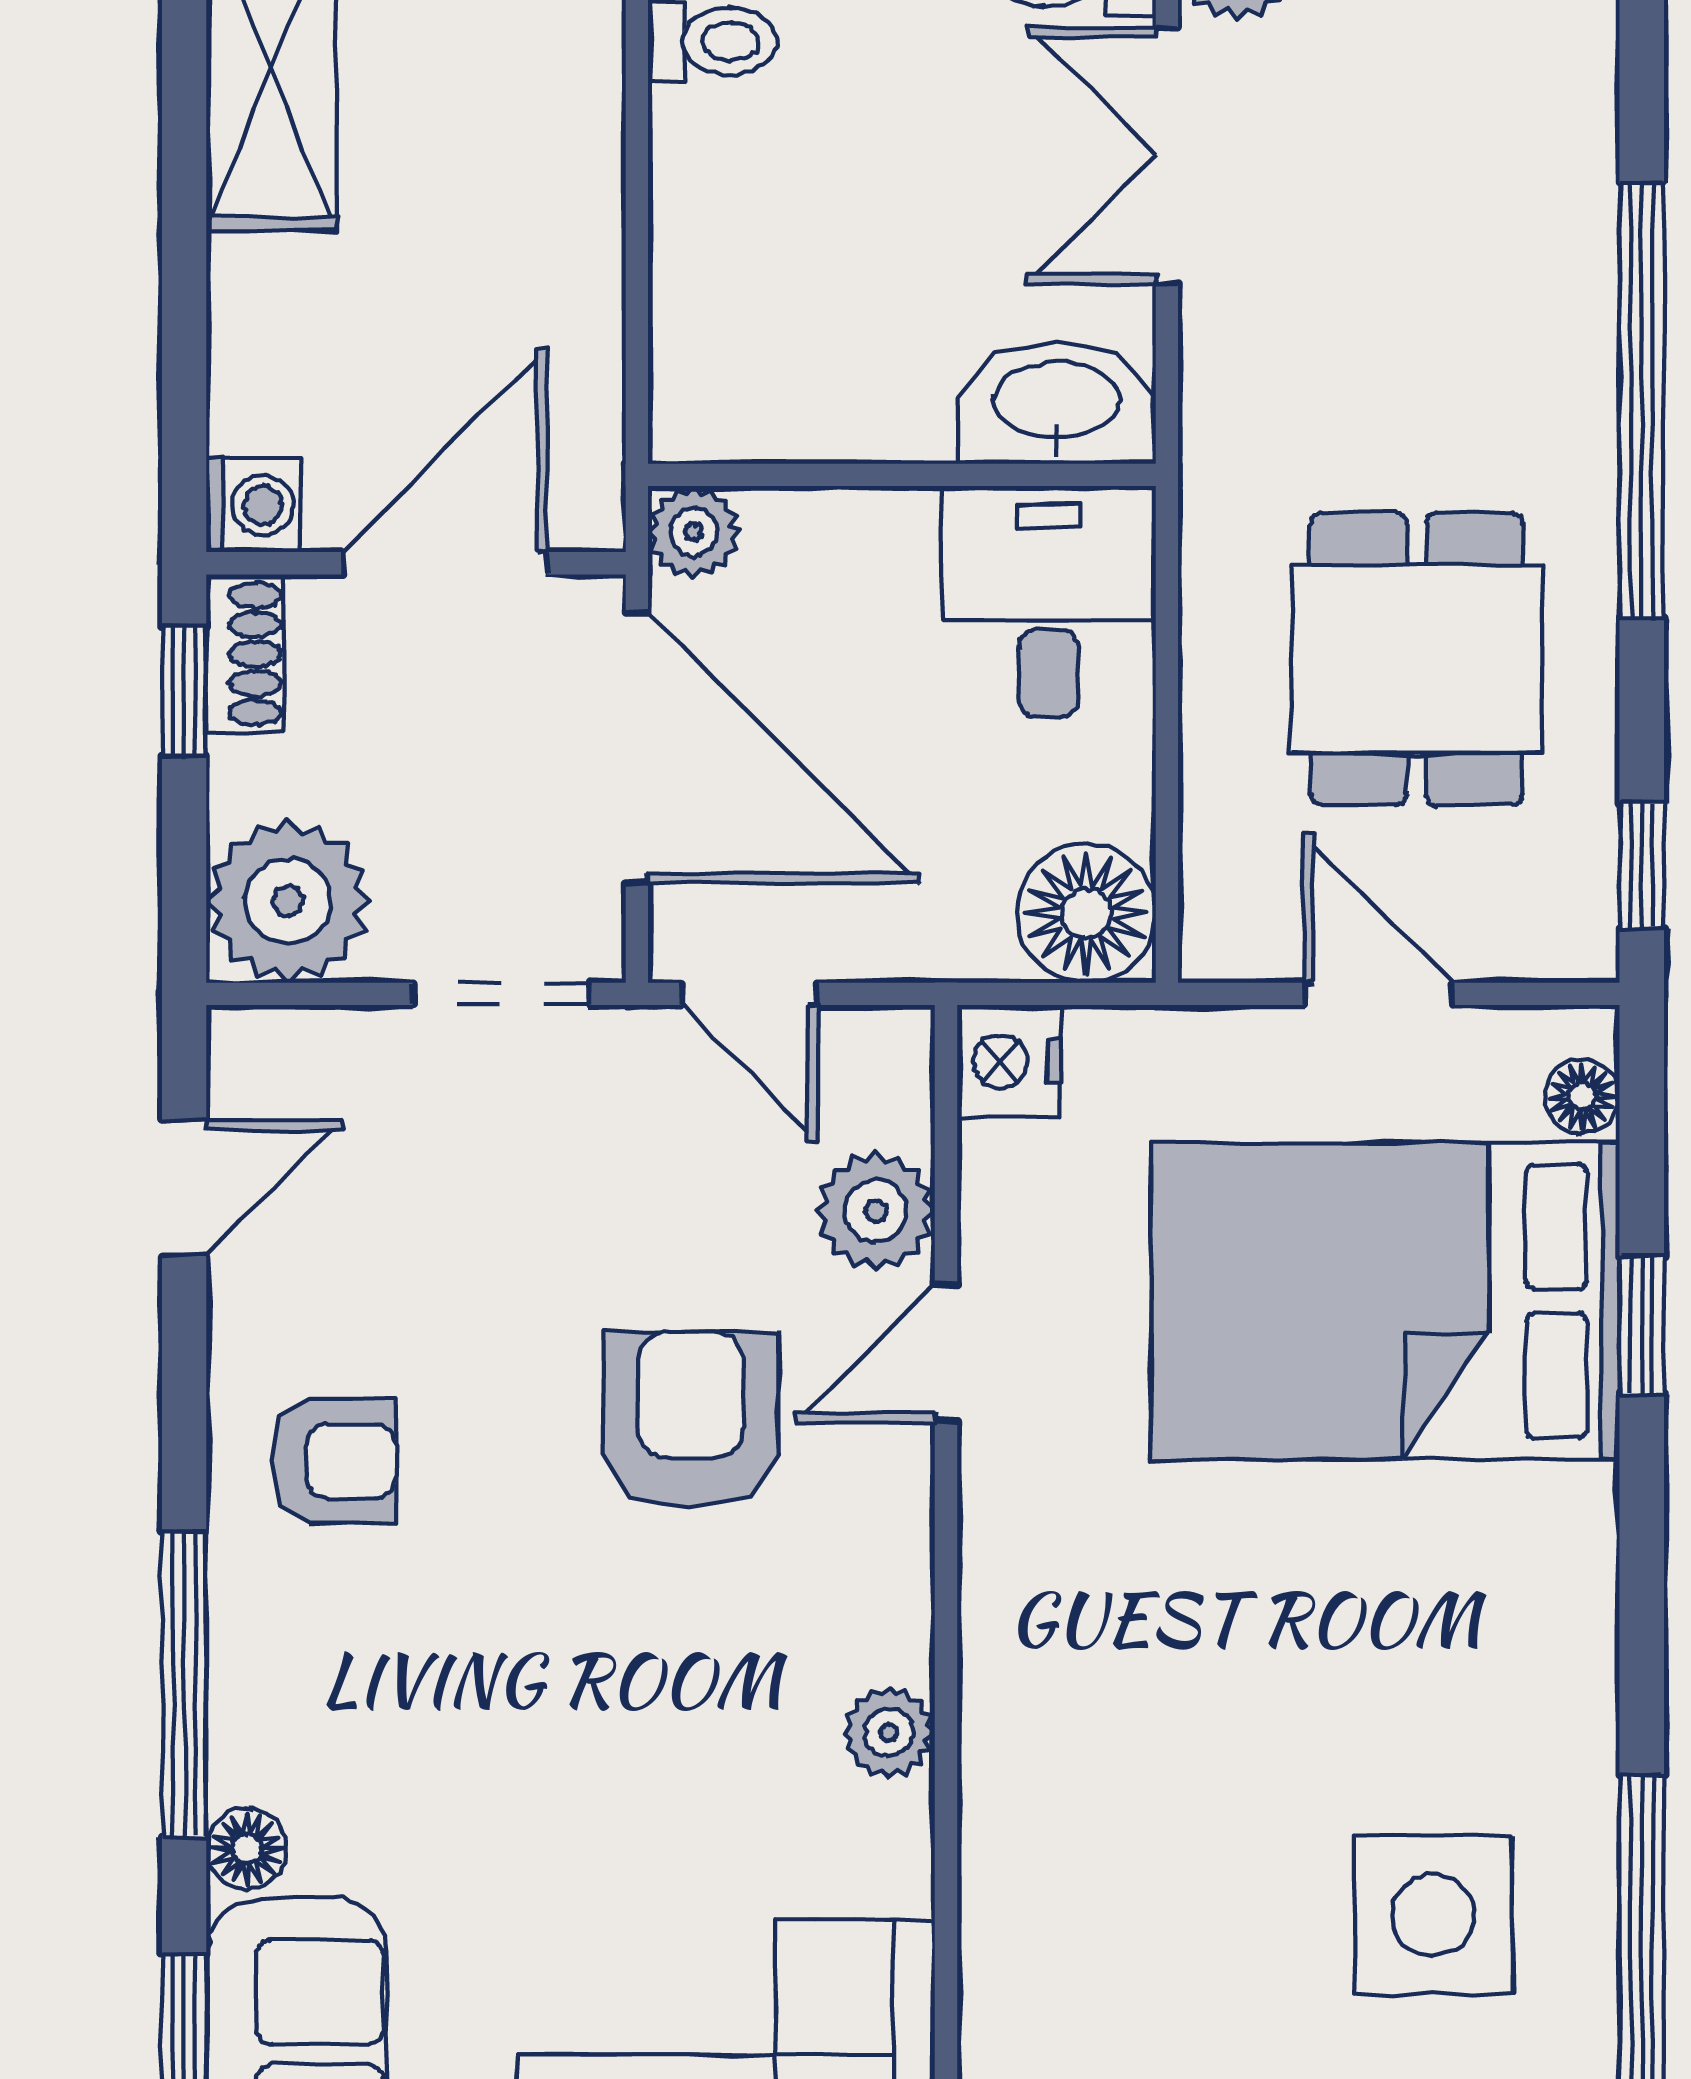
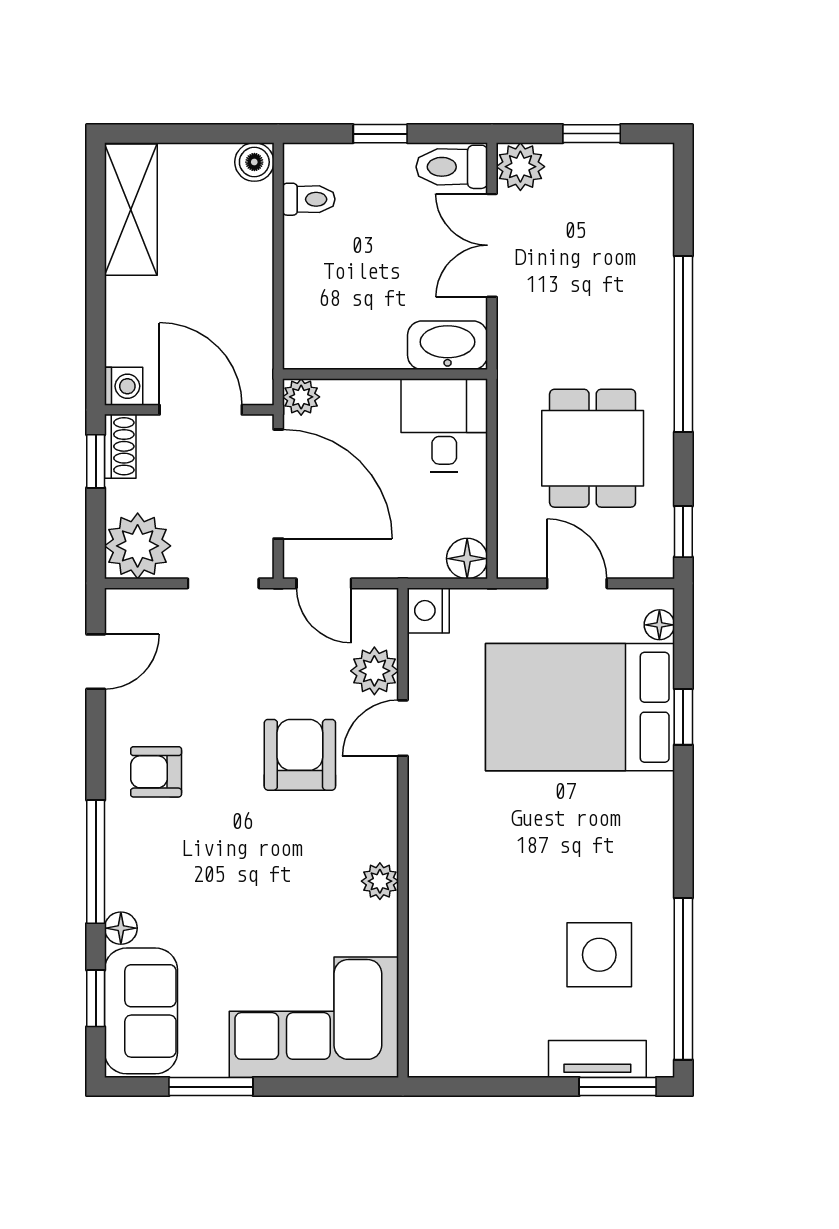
door: (445, 563) -> (201, 410), hinge flipped
floor lamp: (1086, 913) -> (467, 559), width x0.73, depth x0.73
armchair: (334, 1461) -> (156, 772), turned 180

